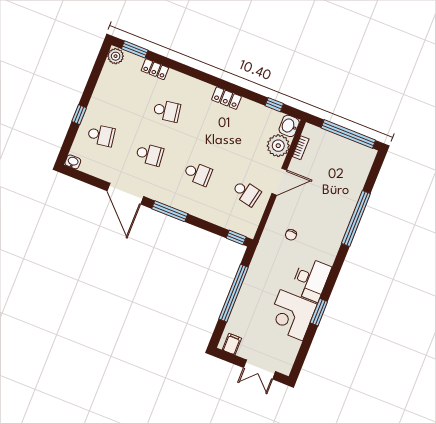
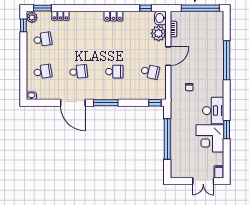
school desk: (167, 111) -> (43, 39), moved
window: (79, 115) -> (23, 25), moved
filing cabinet: (232, 344) -> (219, 172), moved

